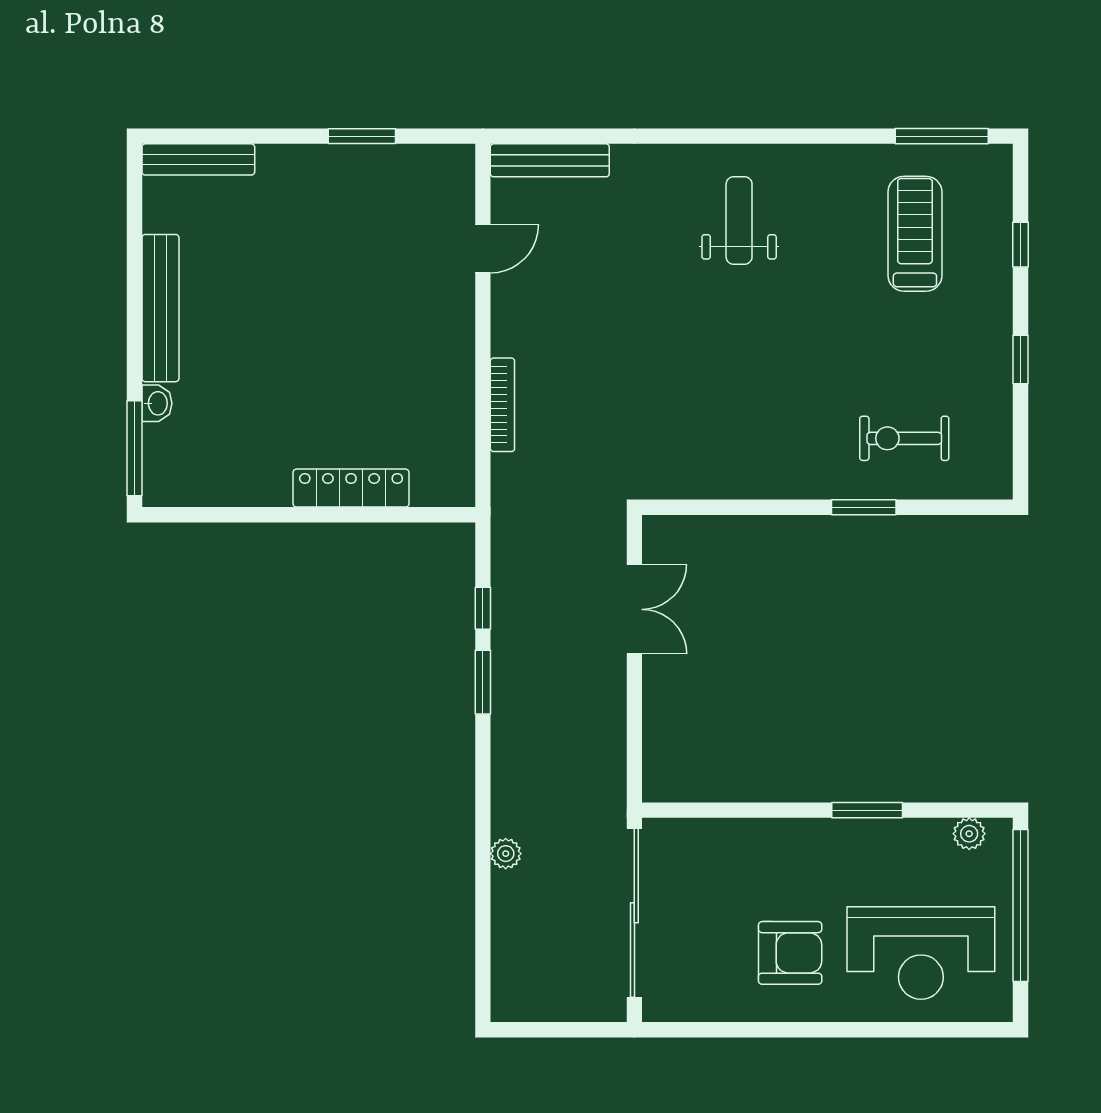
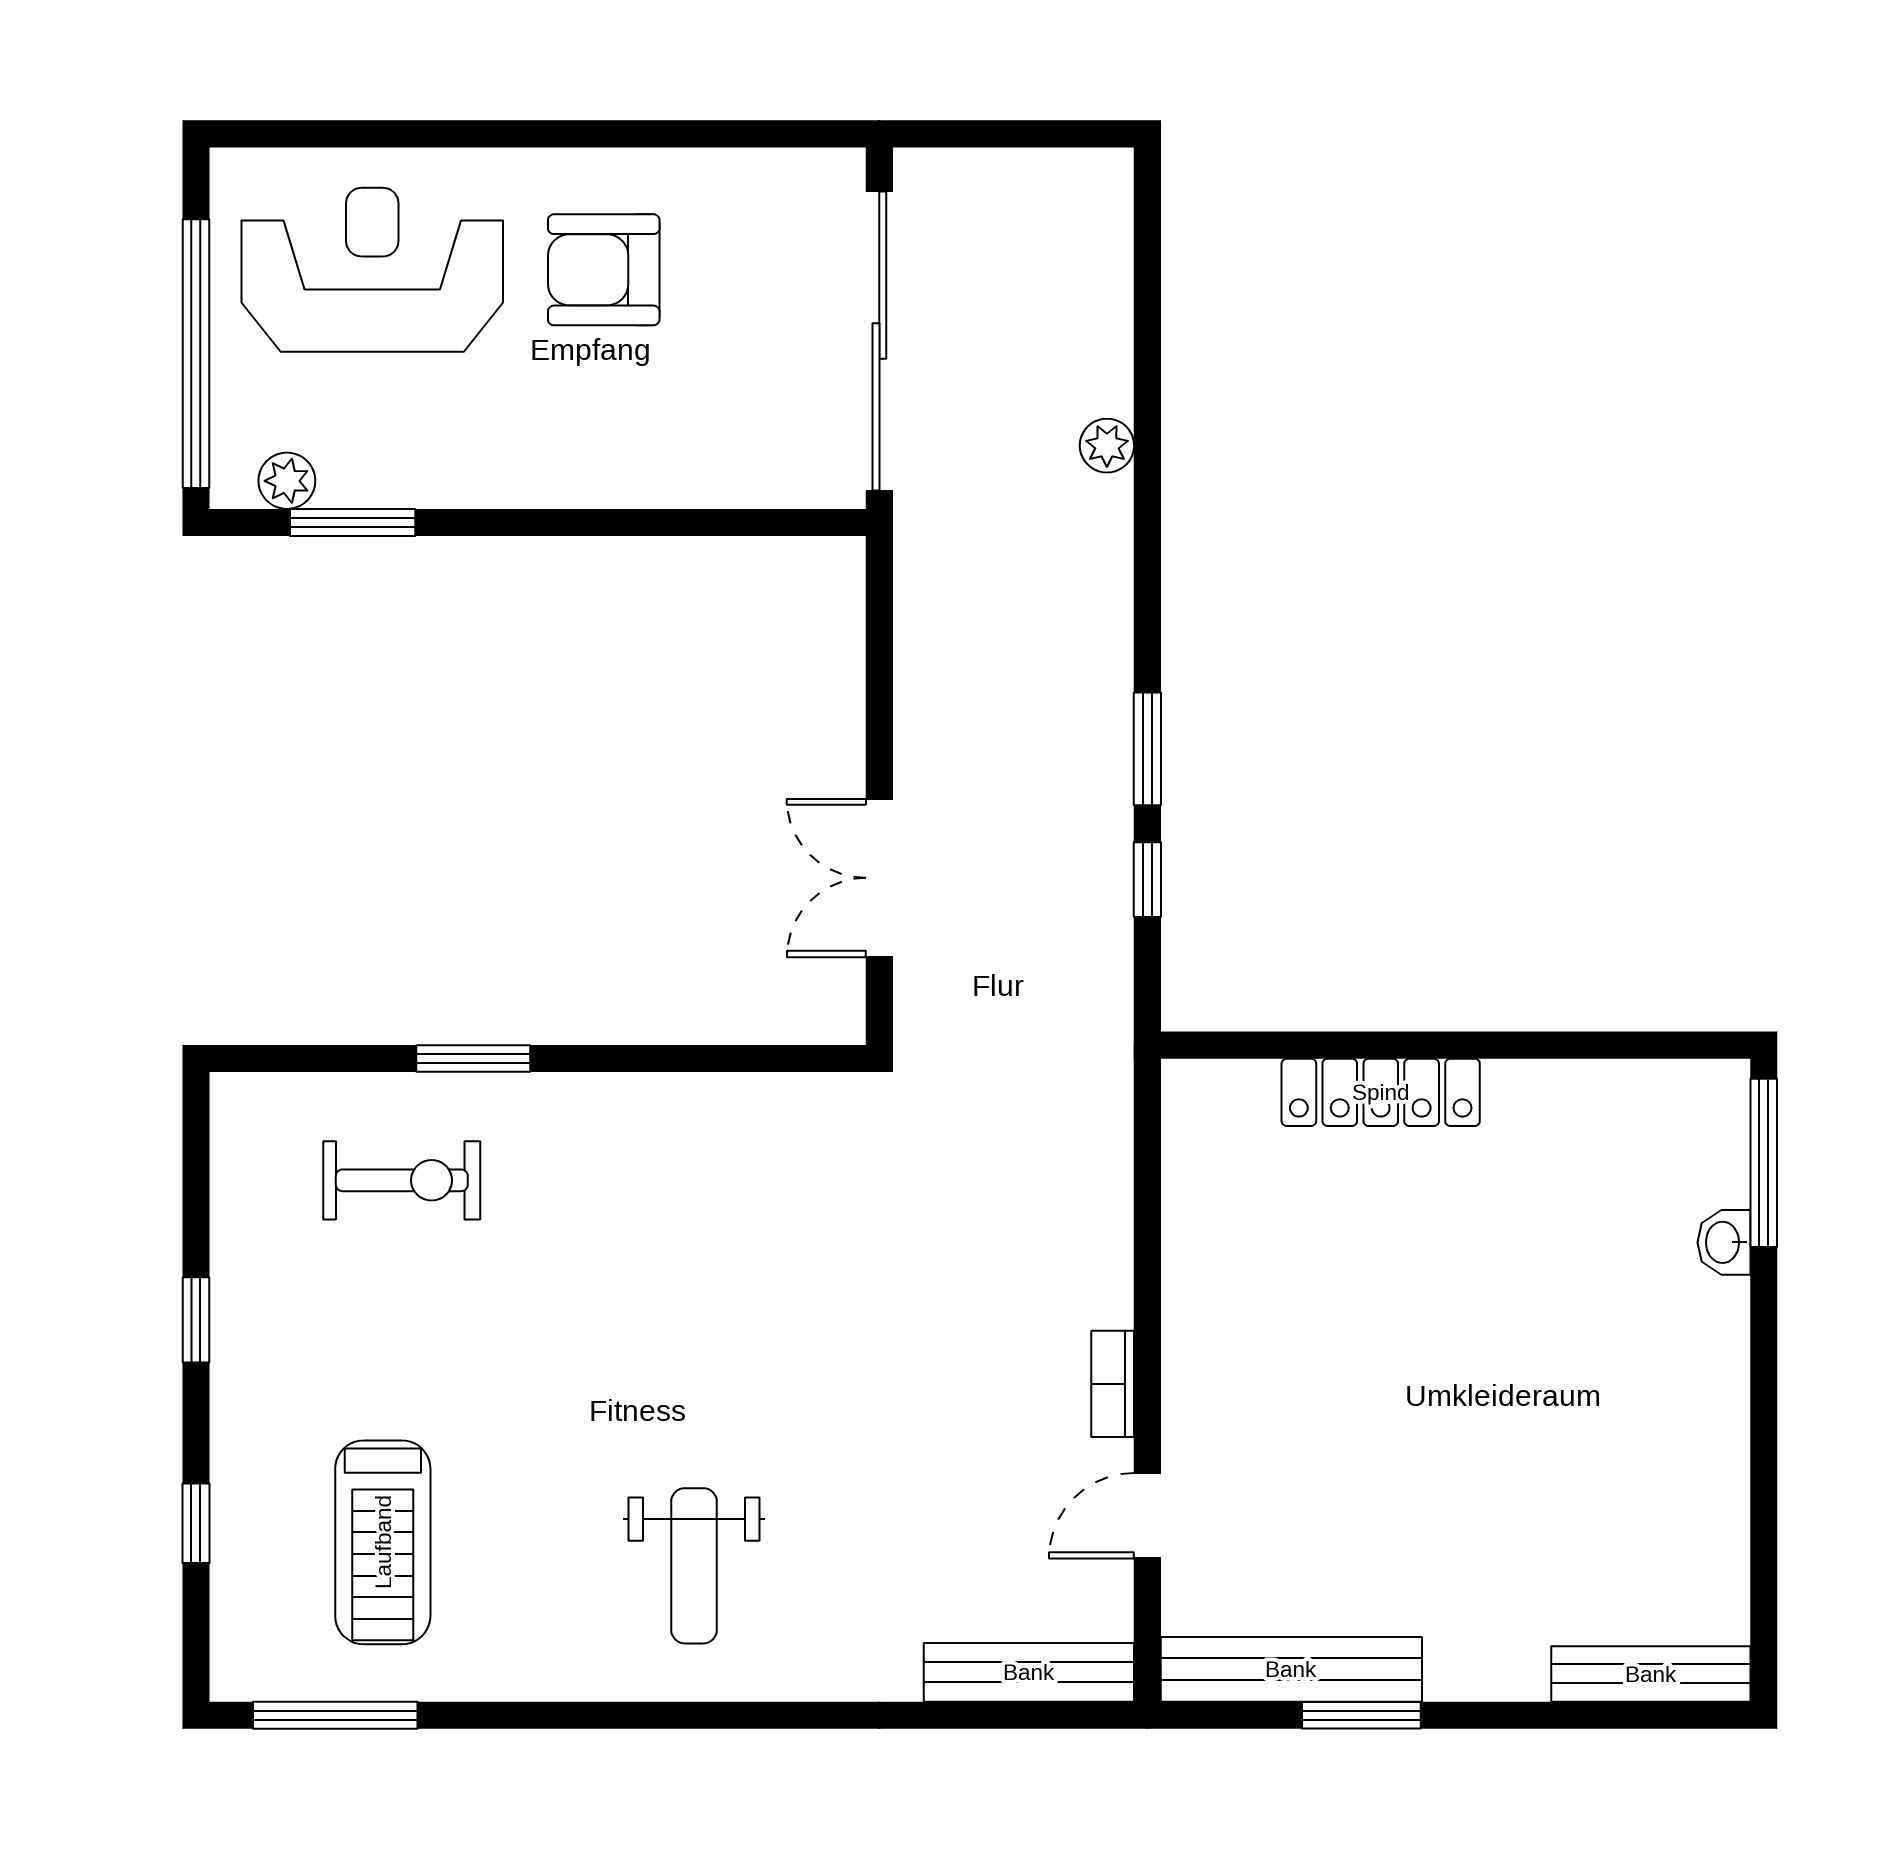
bench: (160, 308) -> (1291, 1669), moved, turned 90
bookcase: (502, 405) -> (1113, 1384), moved, width x0.64
window: (867, 810) -> (353, 522), moved

